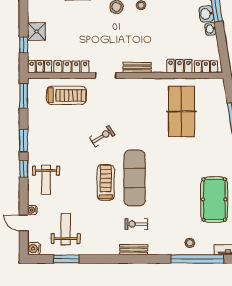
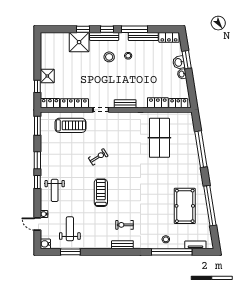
exercise mat: (135, 178) -> (123, 189), removed

